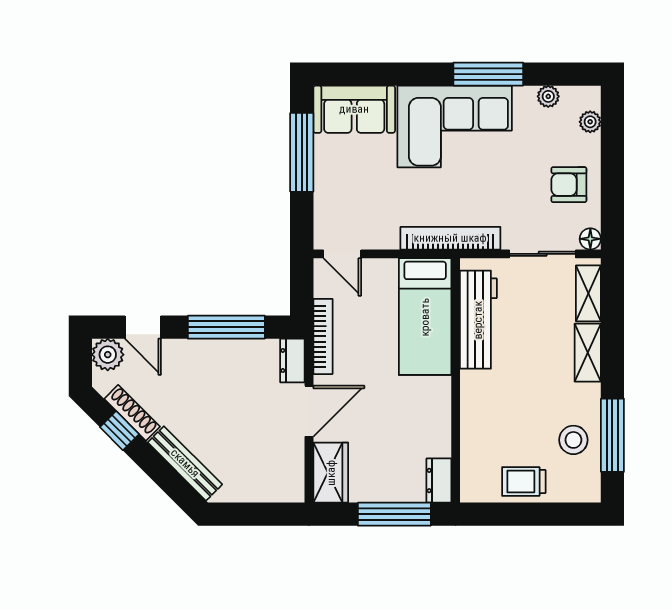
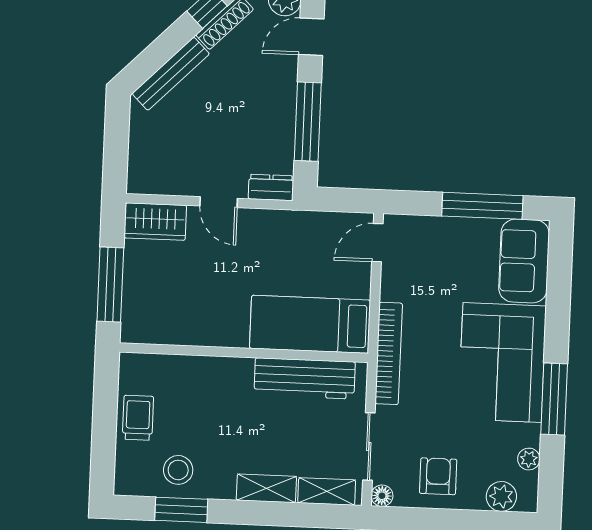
plant: (590, 122) -> (501, 496), width x1.38, depth x1.38
bookcase: (323, 336) -> (294, 219), removed
door: (309, 411) -> (219, 202), width x0.73
window: (612, 435) -> (181, 510), width x0.69
dresser: (439, 481) -> (143, 331), removed

